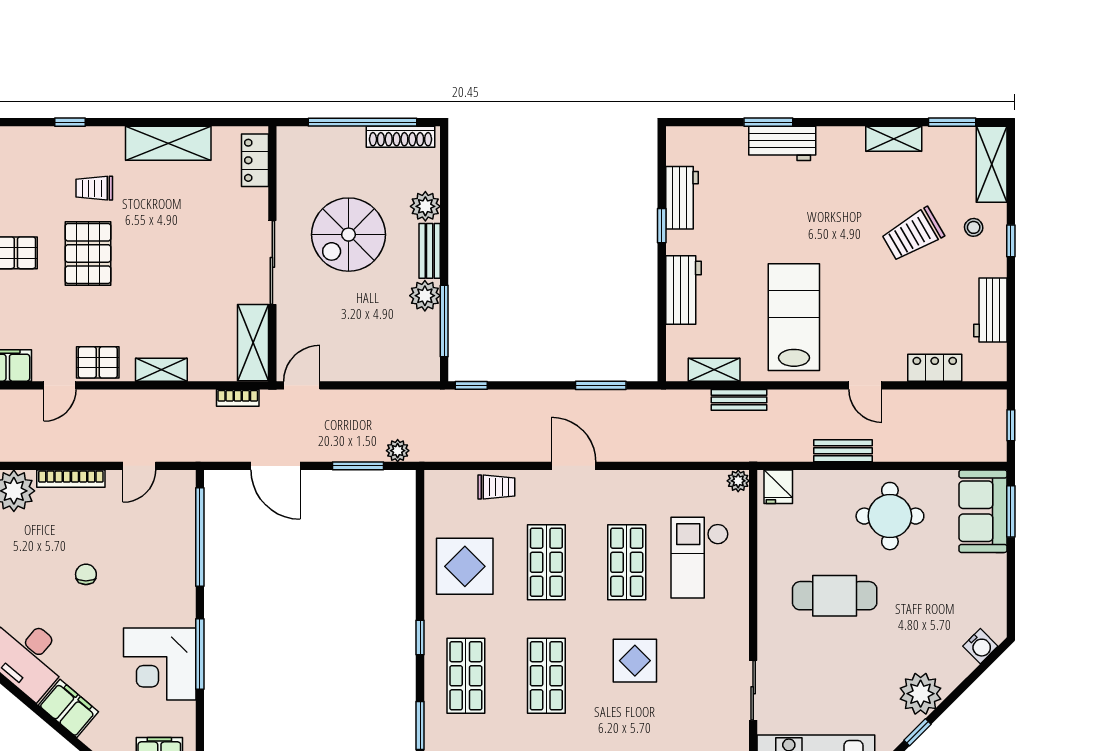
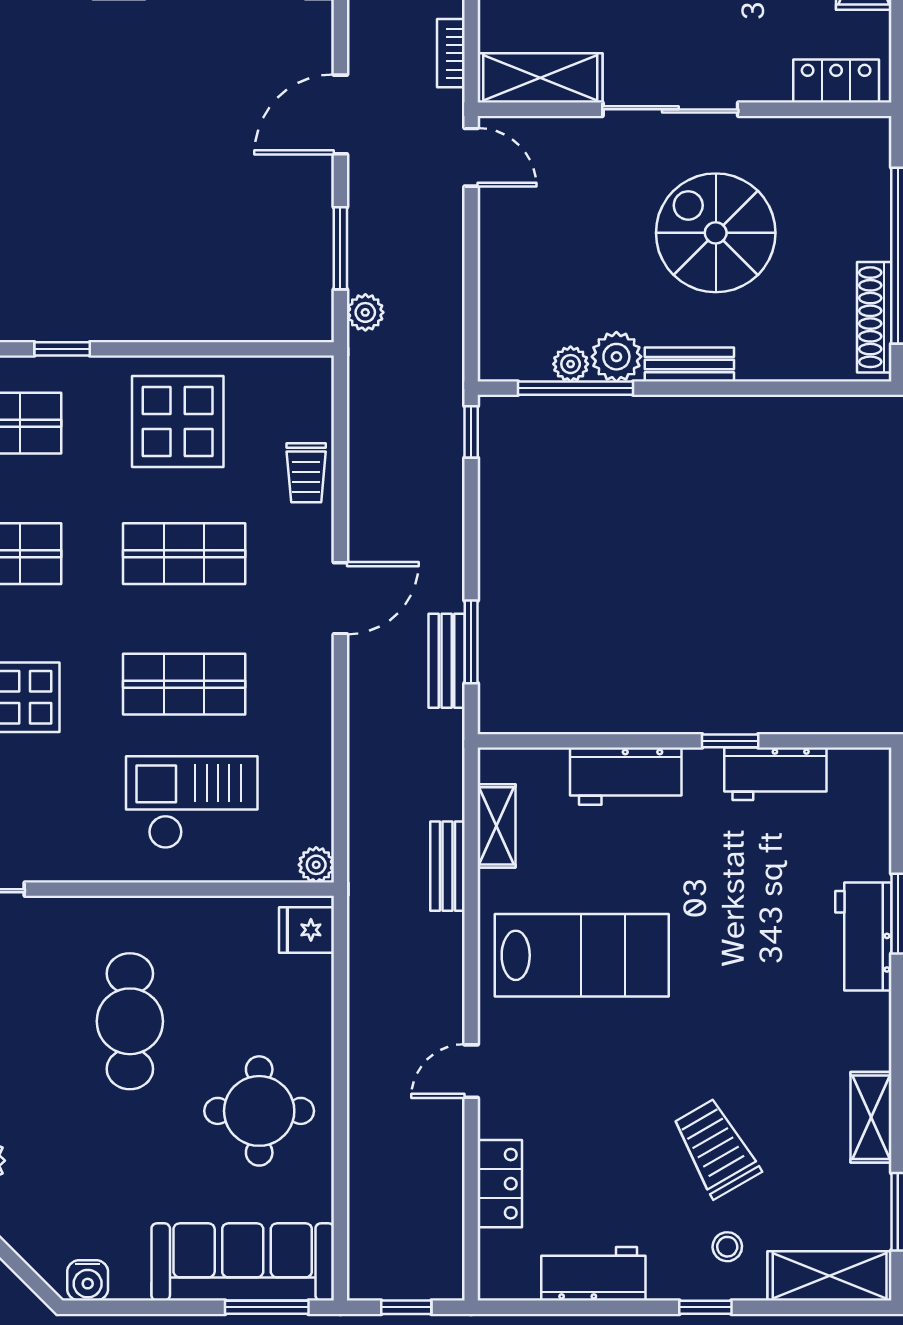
plant: (425, 206) -> (571, 364), moved, width x0.73, depth x0.73
bench: (843, 451) -> (447, 661), moved
sofa: (983, 511) -> (243, 1262), width x1.36
water cooler: (980, 646) -> (88, 1280), moved, turned -45

